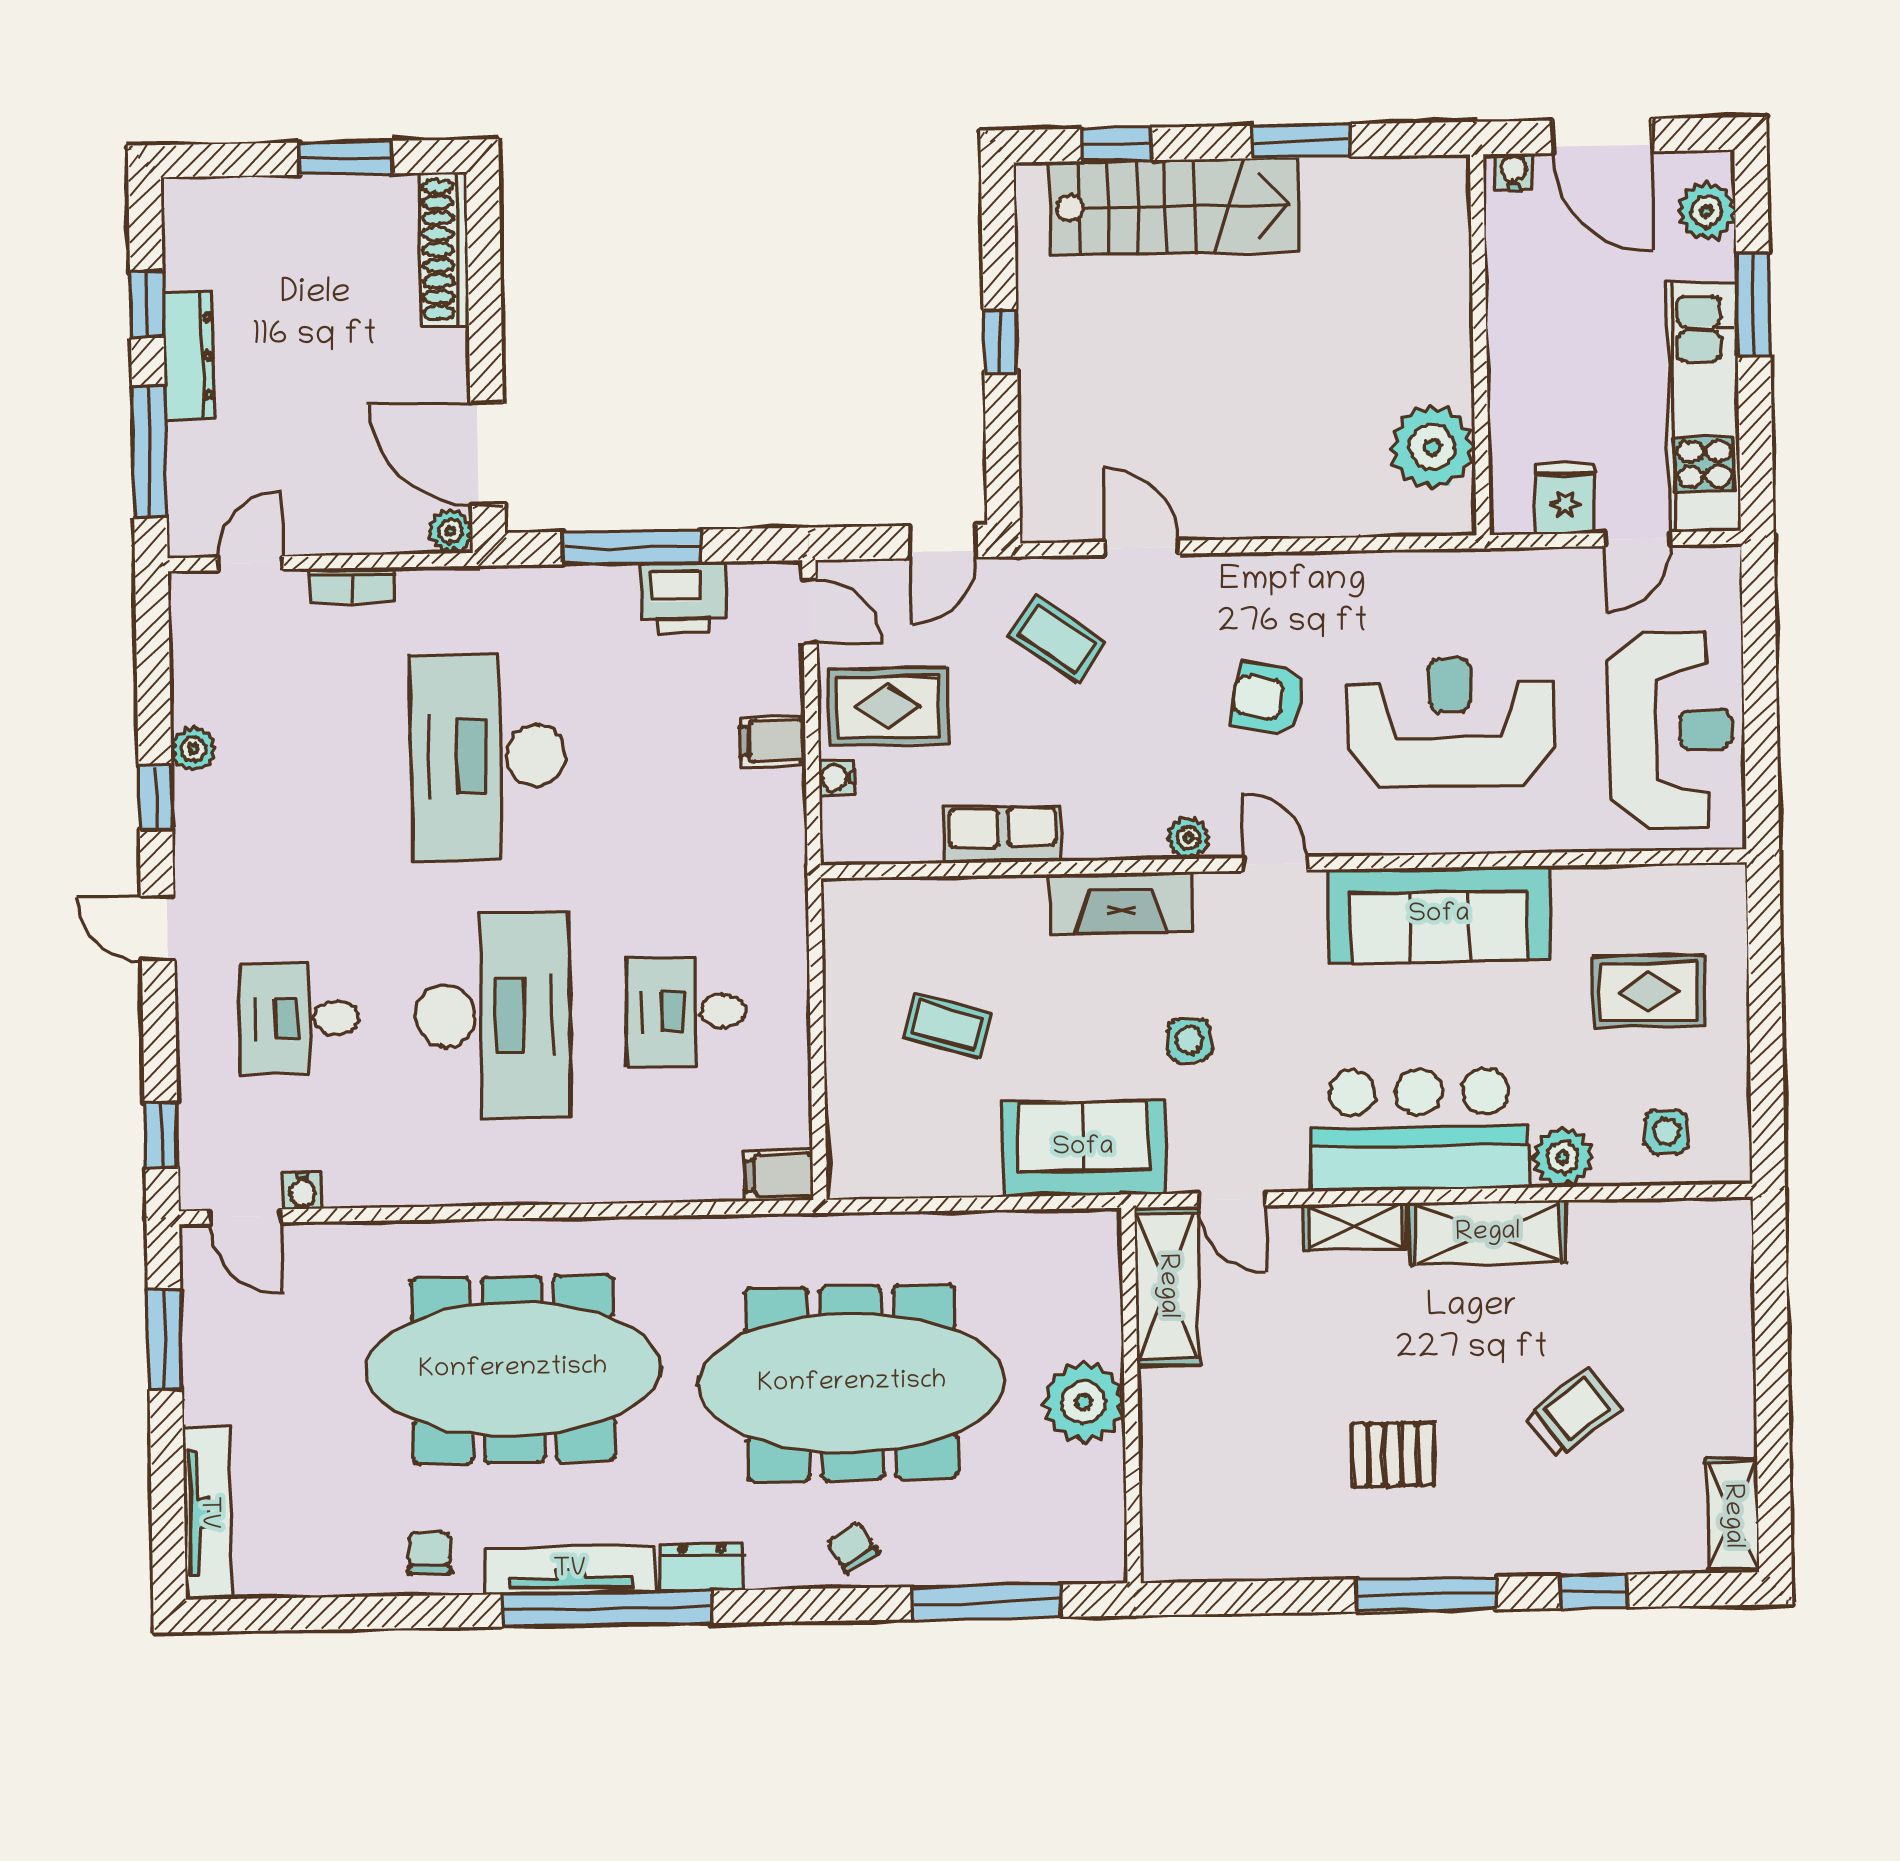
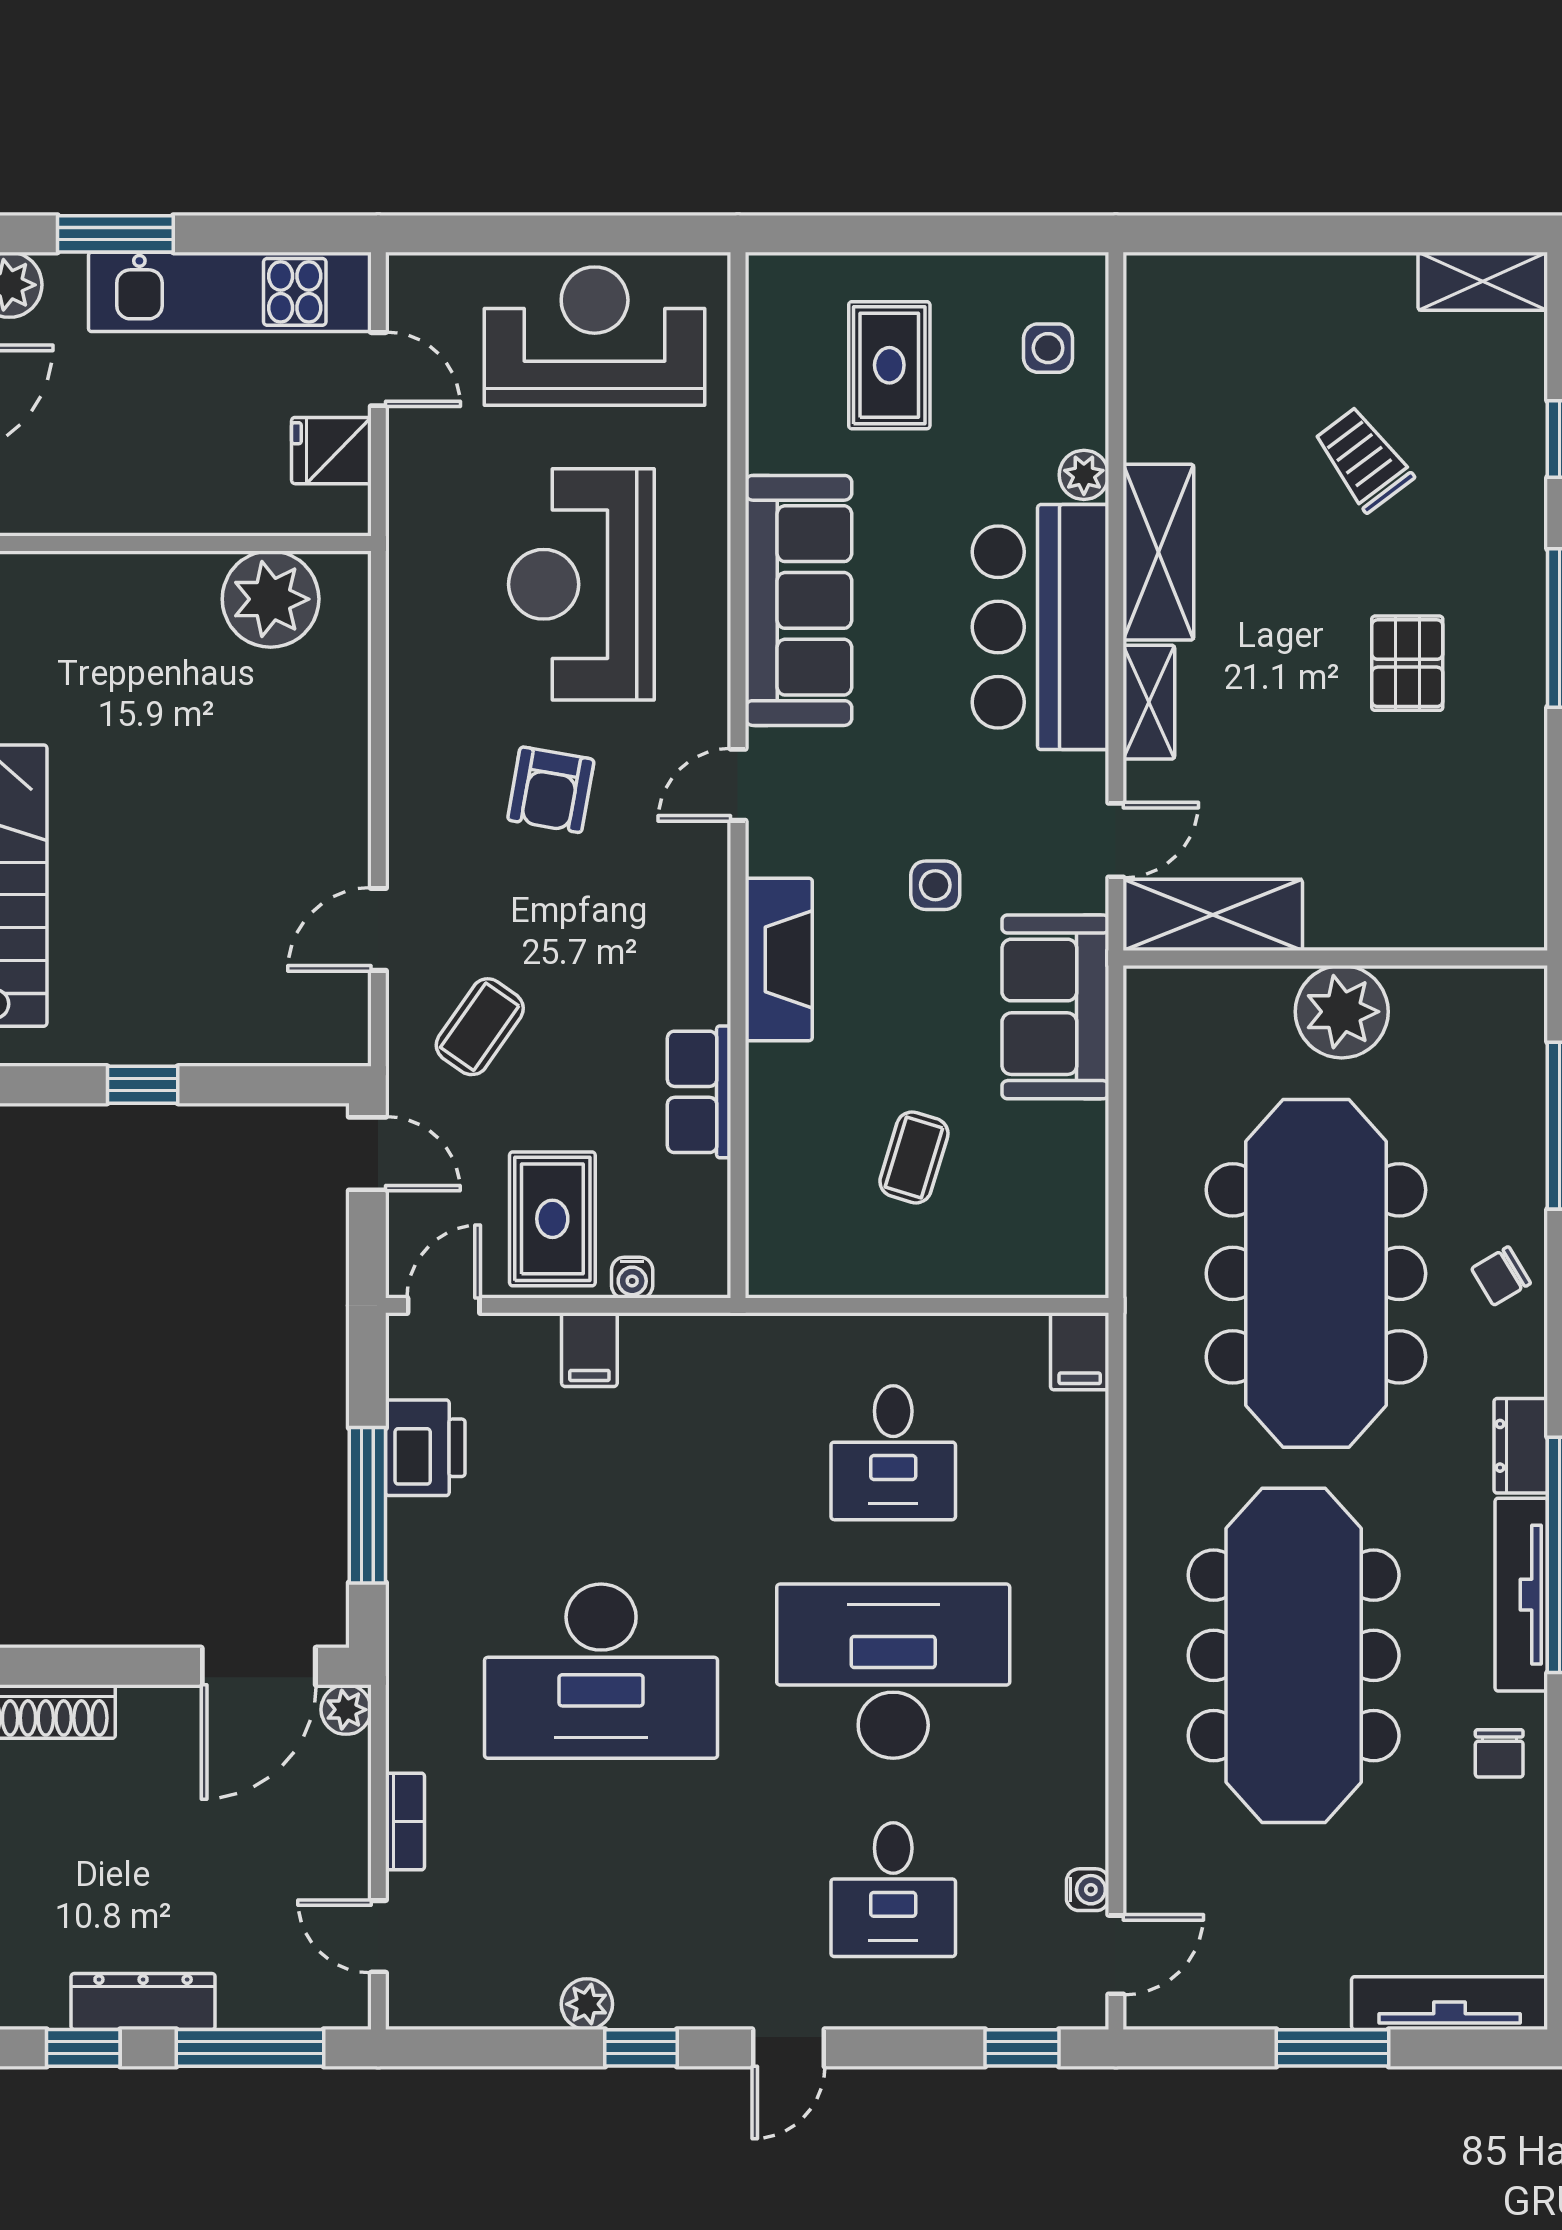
plant: (1188, 838) -> (707, 882), removed
plant: (1563, 1157) -> (1084, 475), width x0.73, depth x0.73
window: (165, 1339) -> (1332, 2048), moved
chair: (429, 1553) -> (1499, 1753), turned -90

